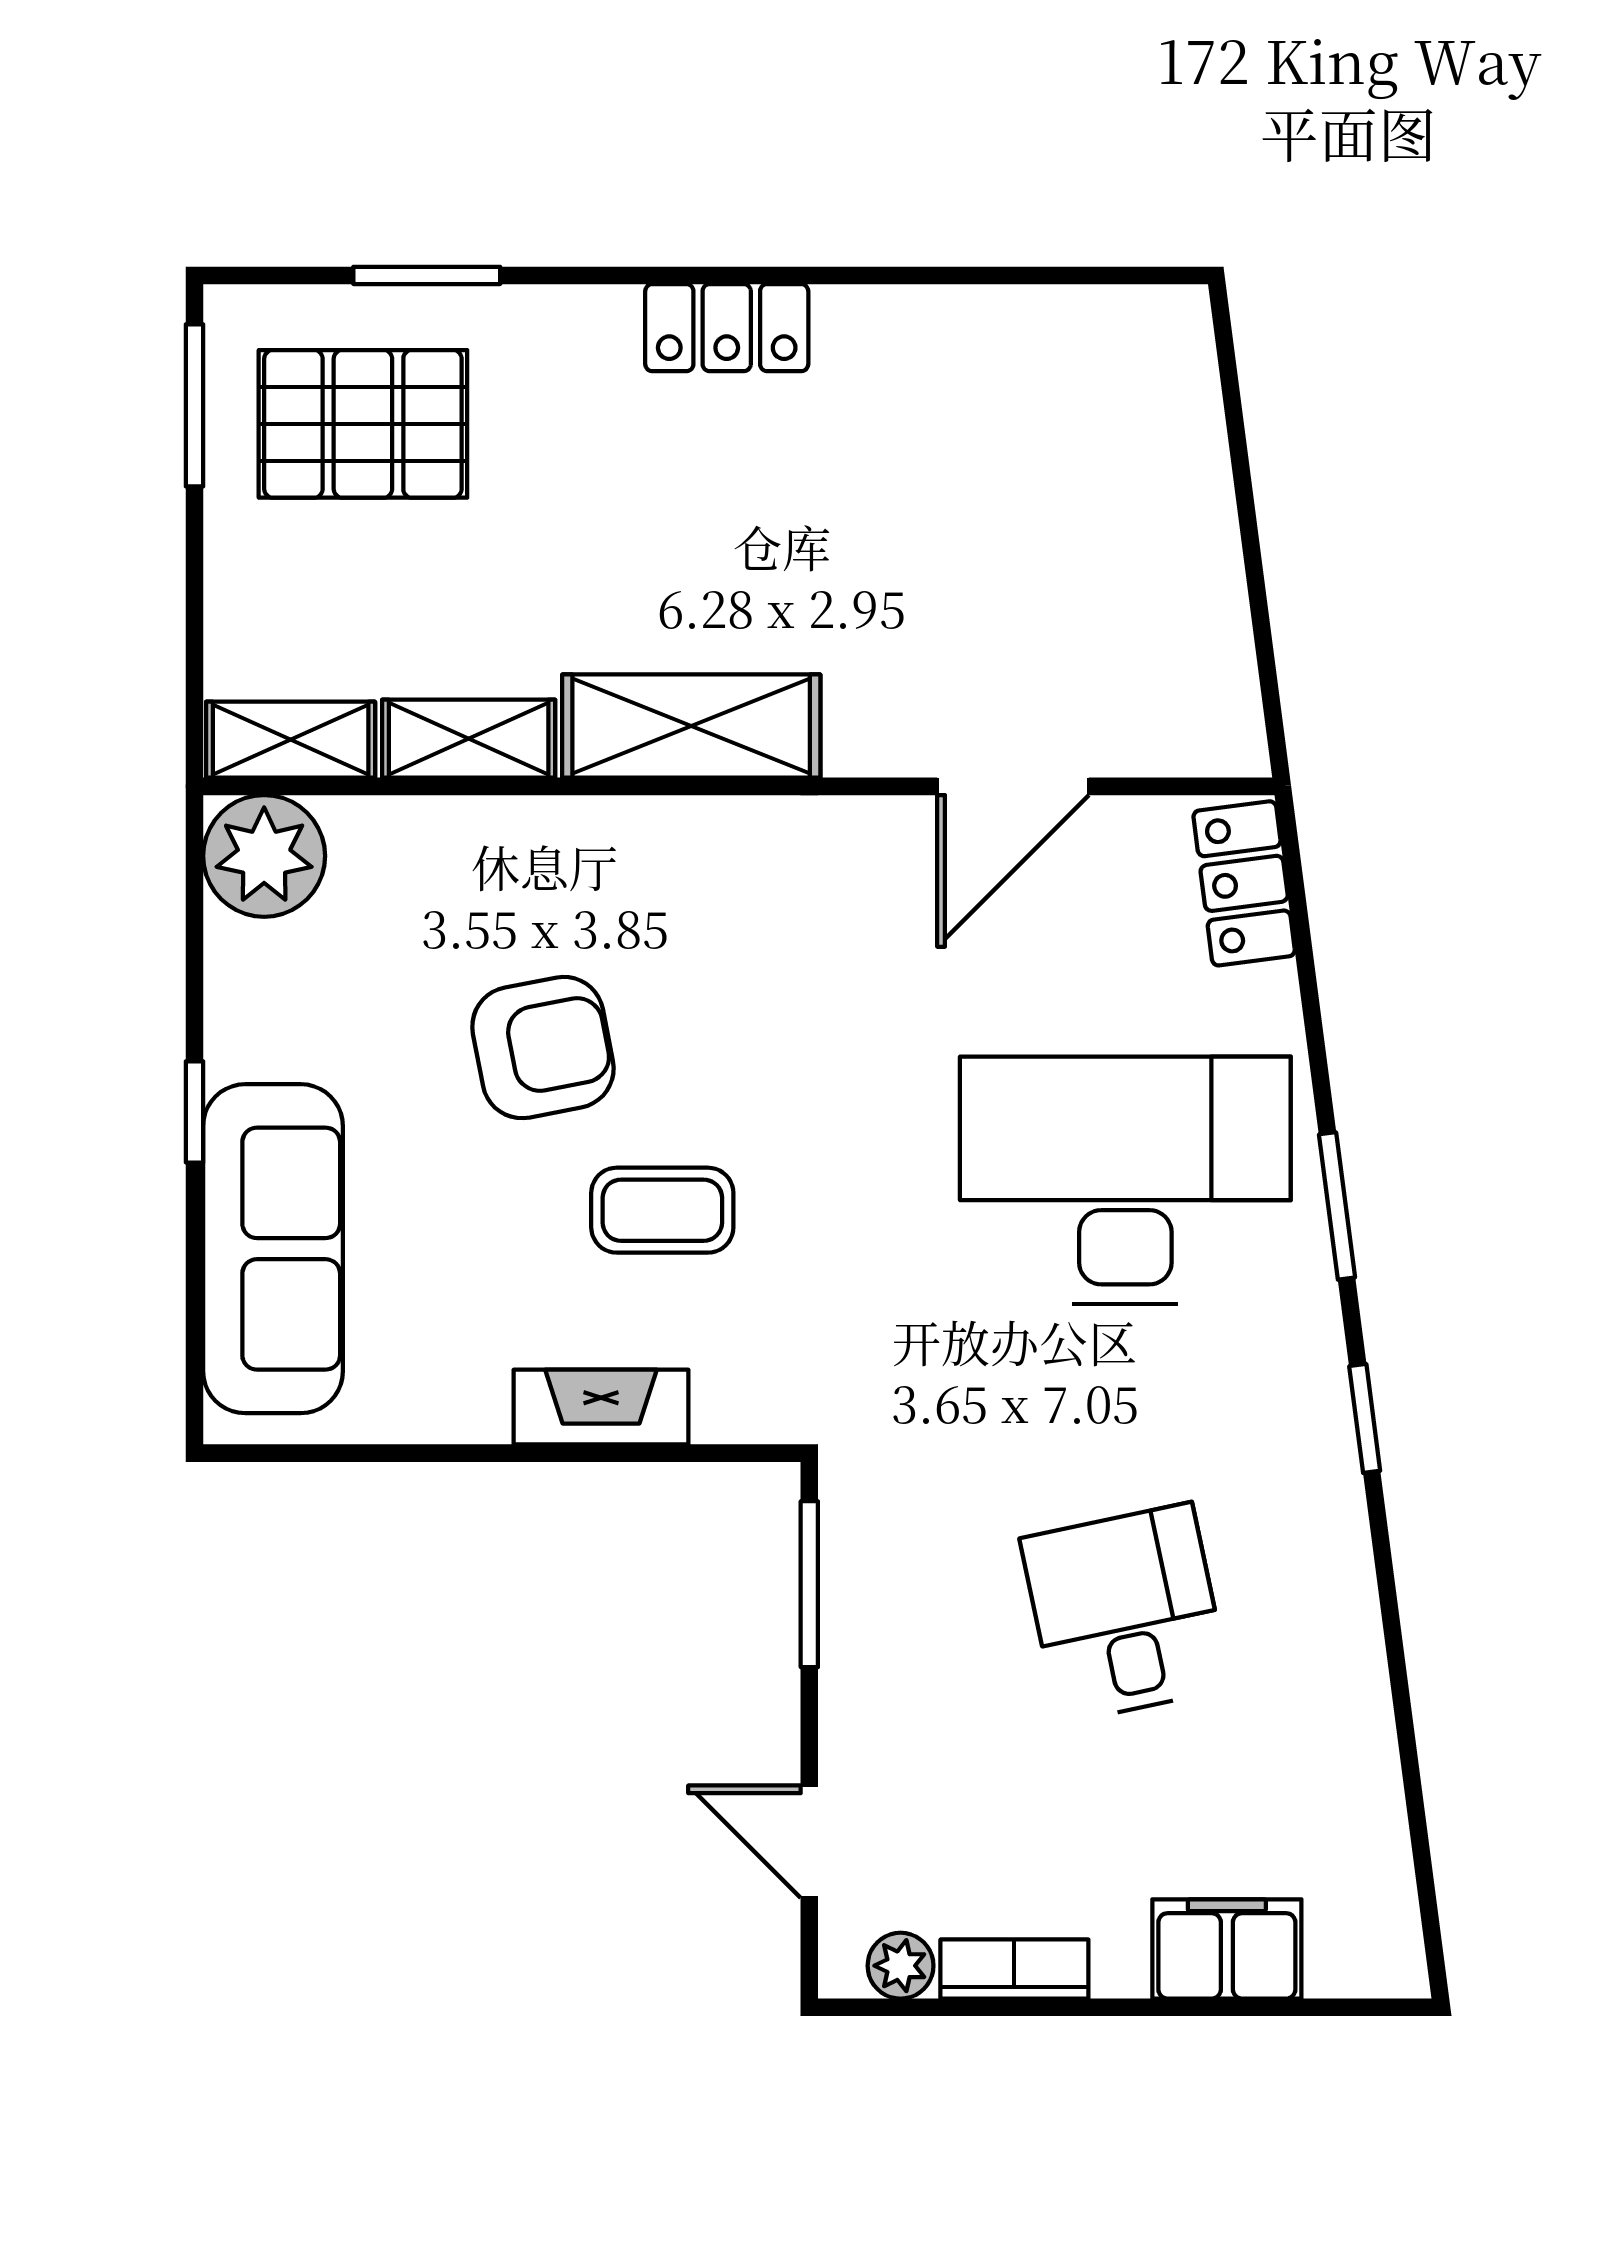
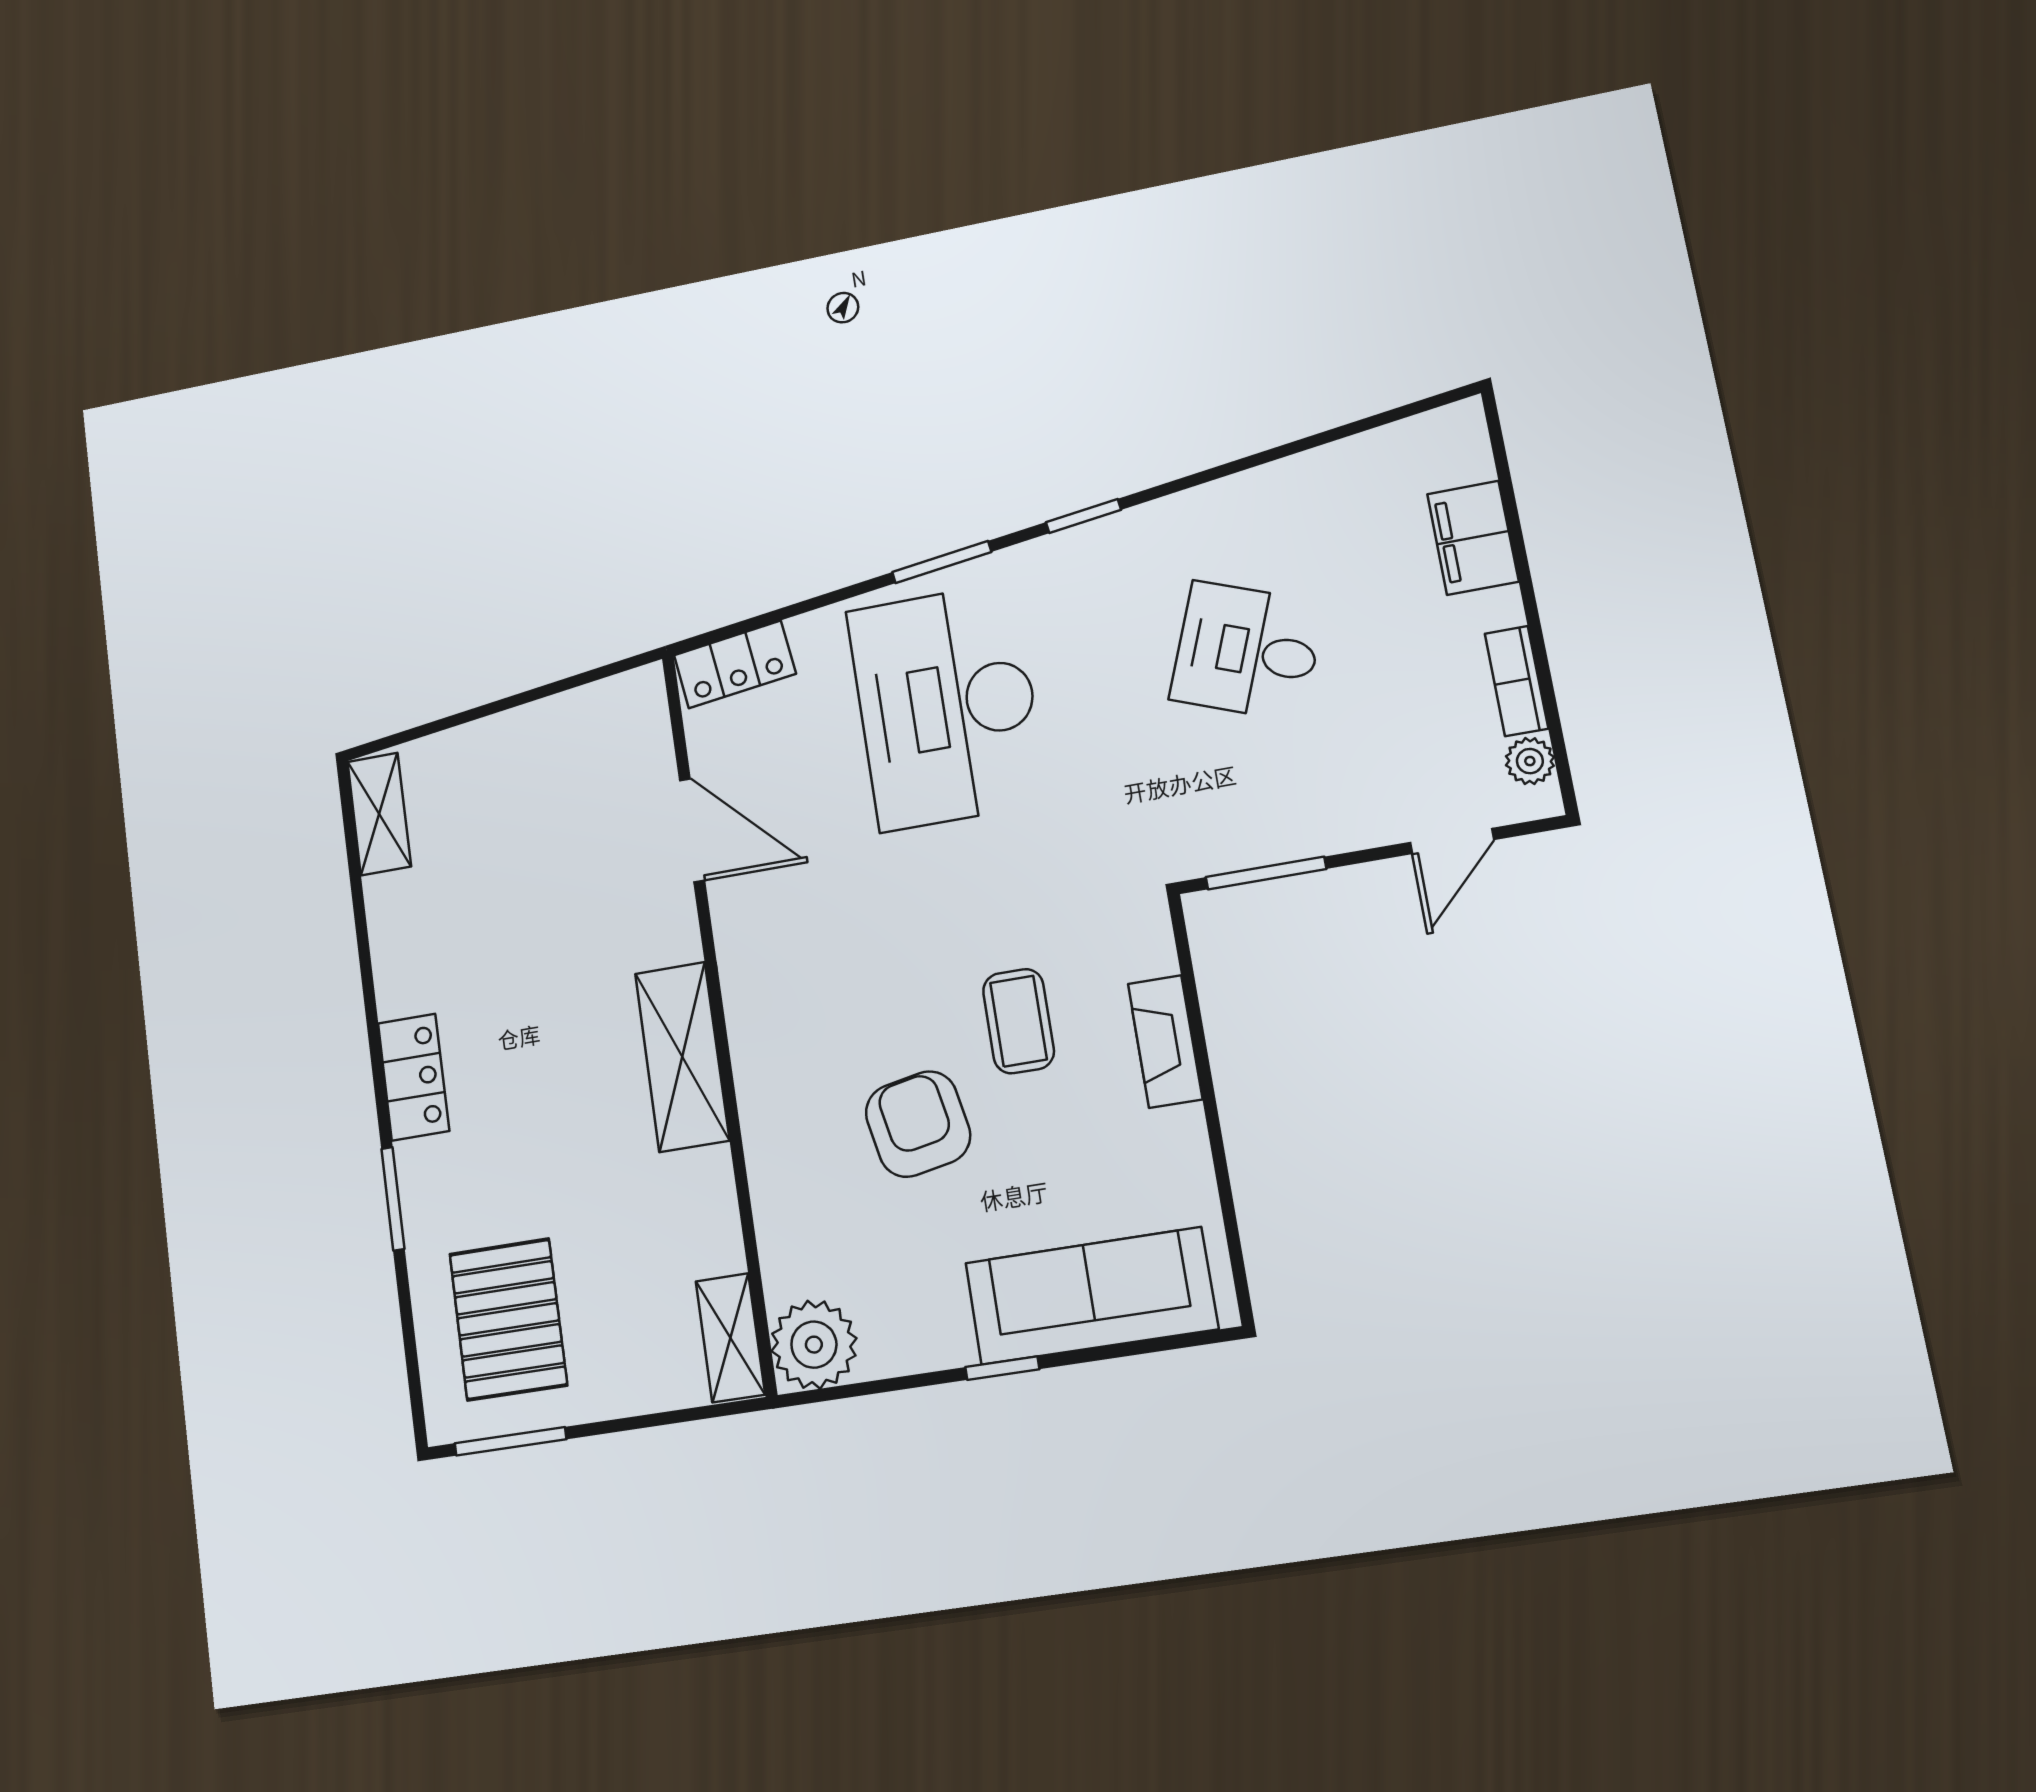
window: (427, 275) -> (393, 1199), moved
shelving: (469, 739) -> (379, 814), moved
desk: (1125, 1613) -> (1247, 651), turned 33

